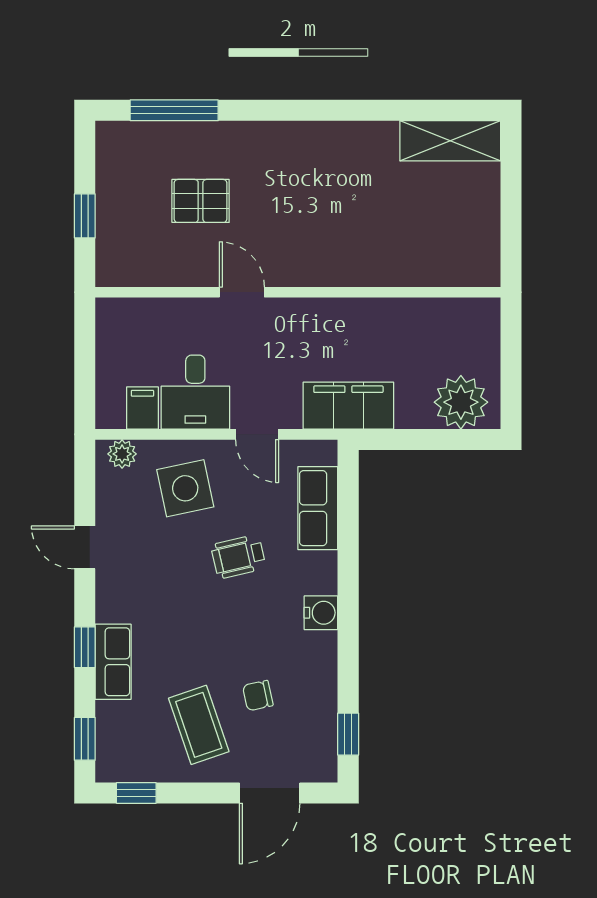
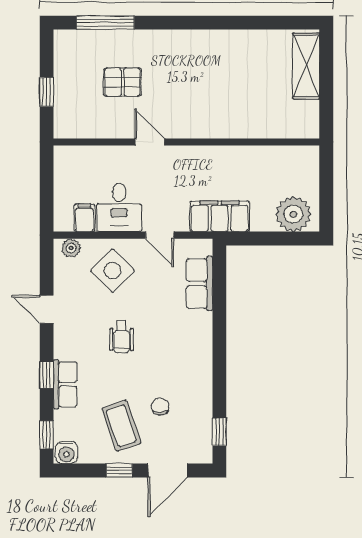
shelving: (450, 141) -> (306, 66), moved, turned 90
side table: (185, 488) -> (112, 271), turned -33
wheelchair: (238, 557) -> (122, 337), moved, turned -77
water cooler: (321, 613) -> (67, 453), moved, turned 90
chair: (258, 696) -> (160, 407), turned 102
window: (136, 793) -> (119, 470), moved

